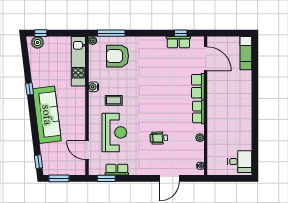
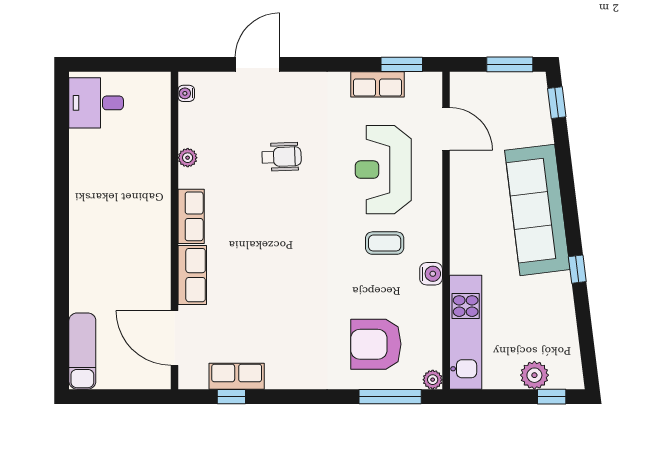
plant: (37, 43) -> (534, 375), moved
armchair: (118, 56) -> (376, 344), turned 180

